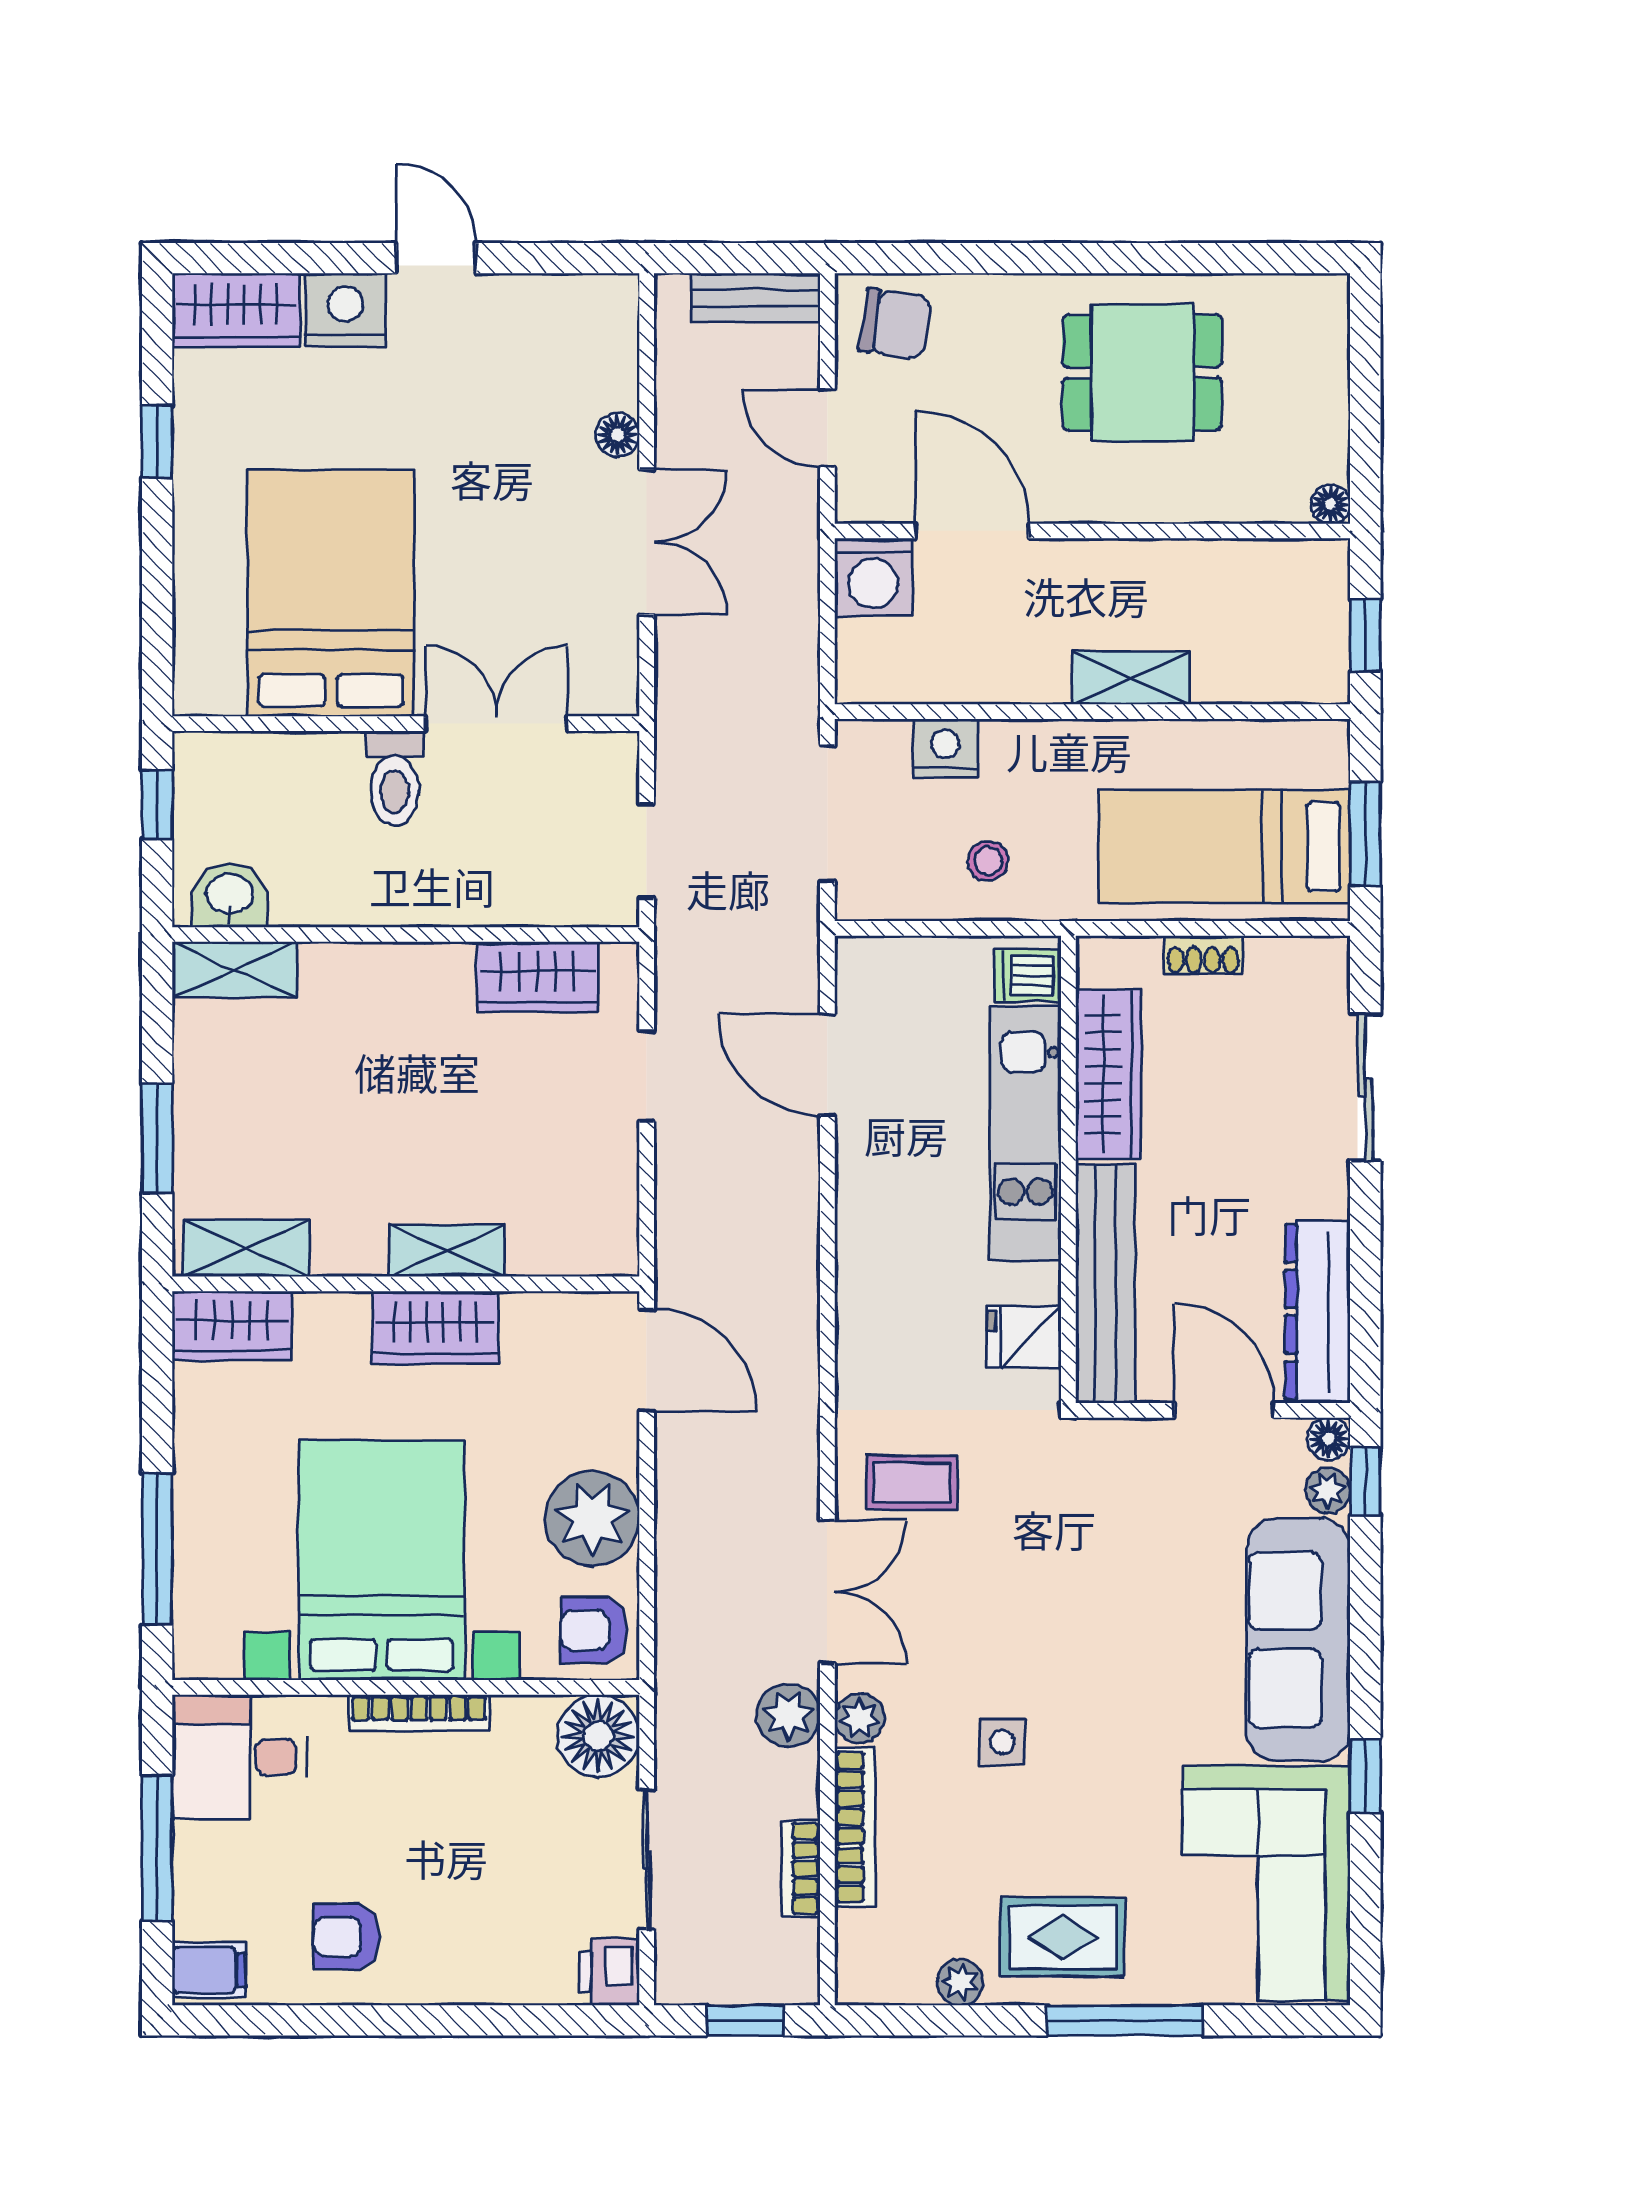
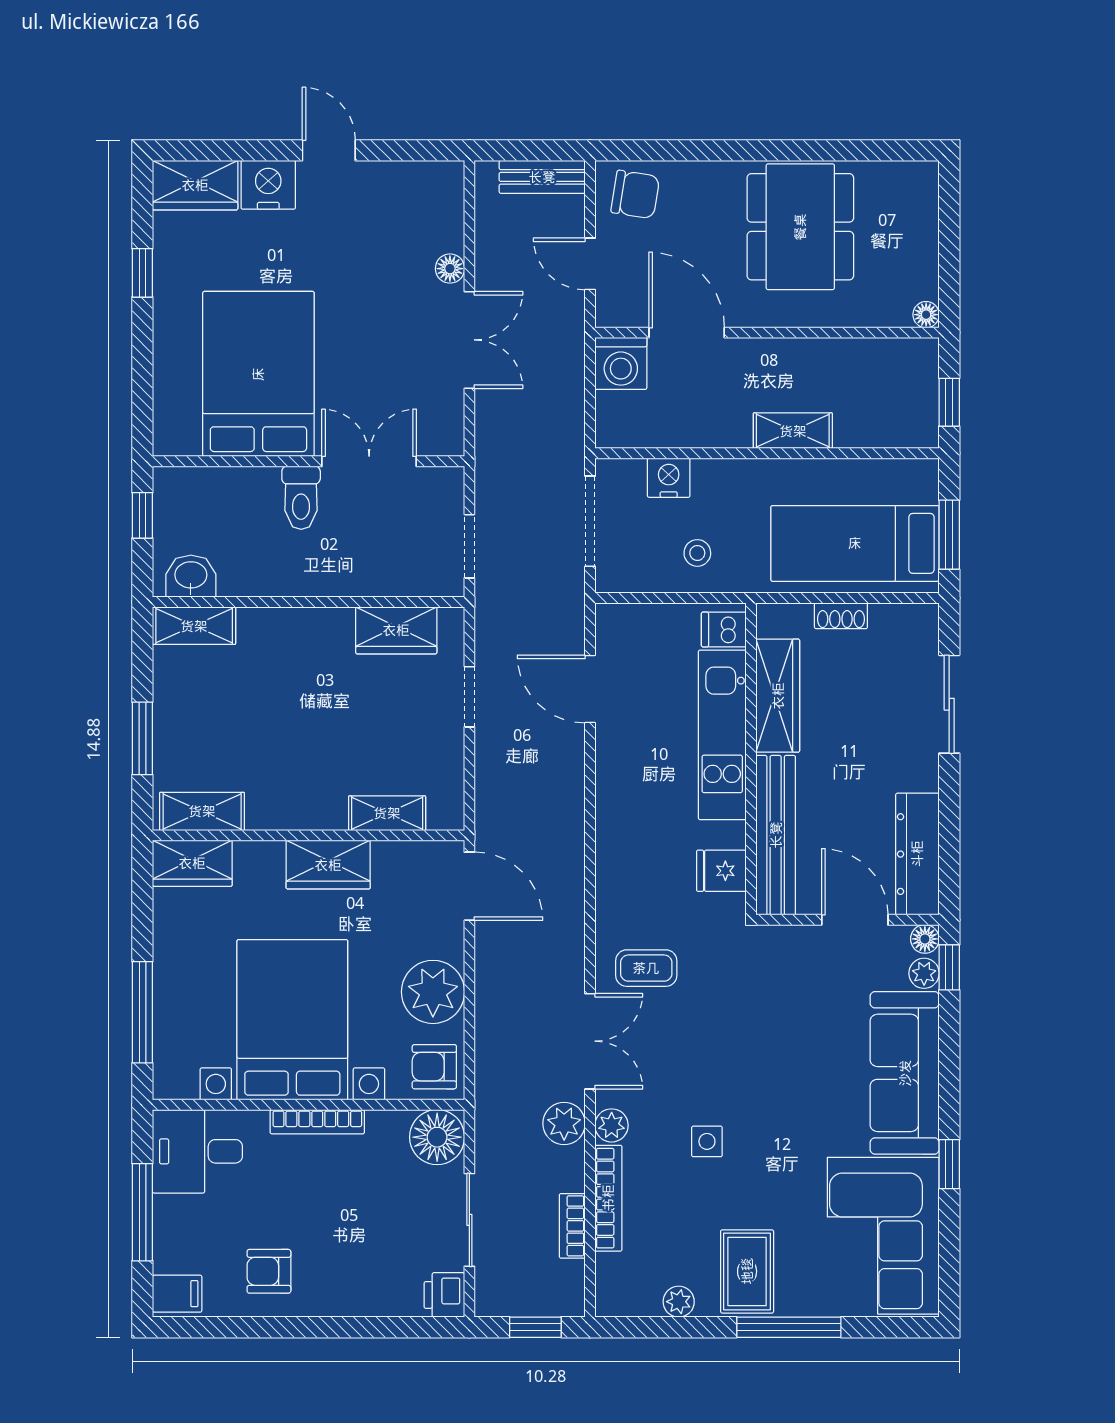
dining table: (1142, 373) -> (800, 227), width x1.38
shelving: (446, 1251) -> (387, 813), moved
rug: (1062, 1937) -> (747, 1271), turned 90

